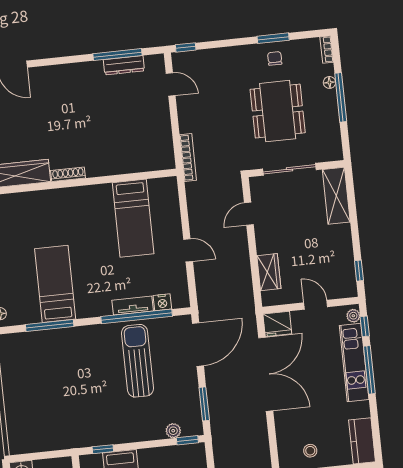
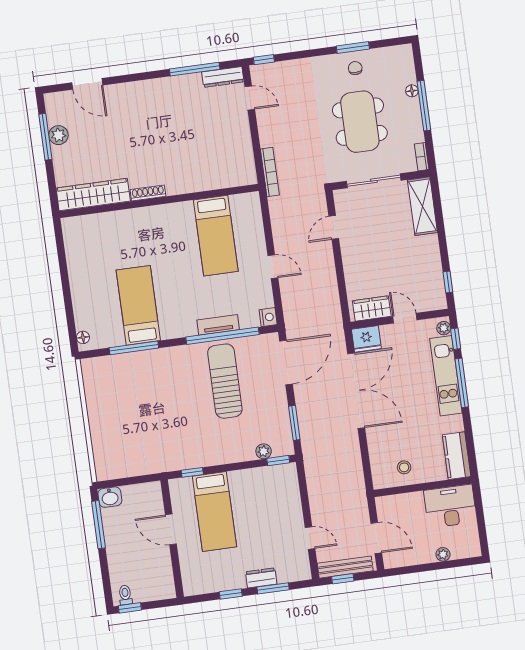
bookcase: (327, 50) -> (422, 157), moved
dresser: (124, 65) -> (223, 77), moved
wardrobe: (269, 272) -> (372, 308), moved, turned -90
nightstand: (162, 302) -> (268, 317), moved, turned -90

